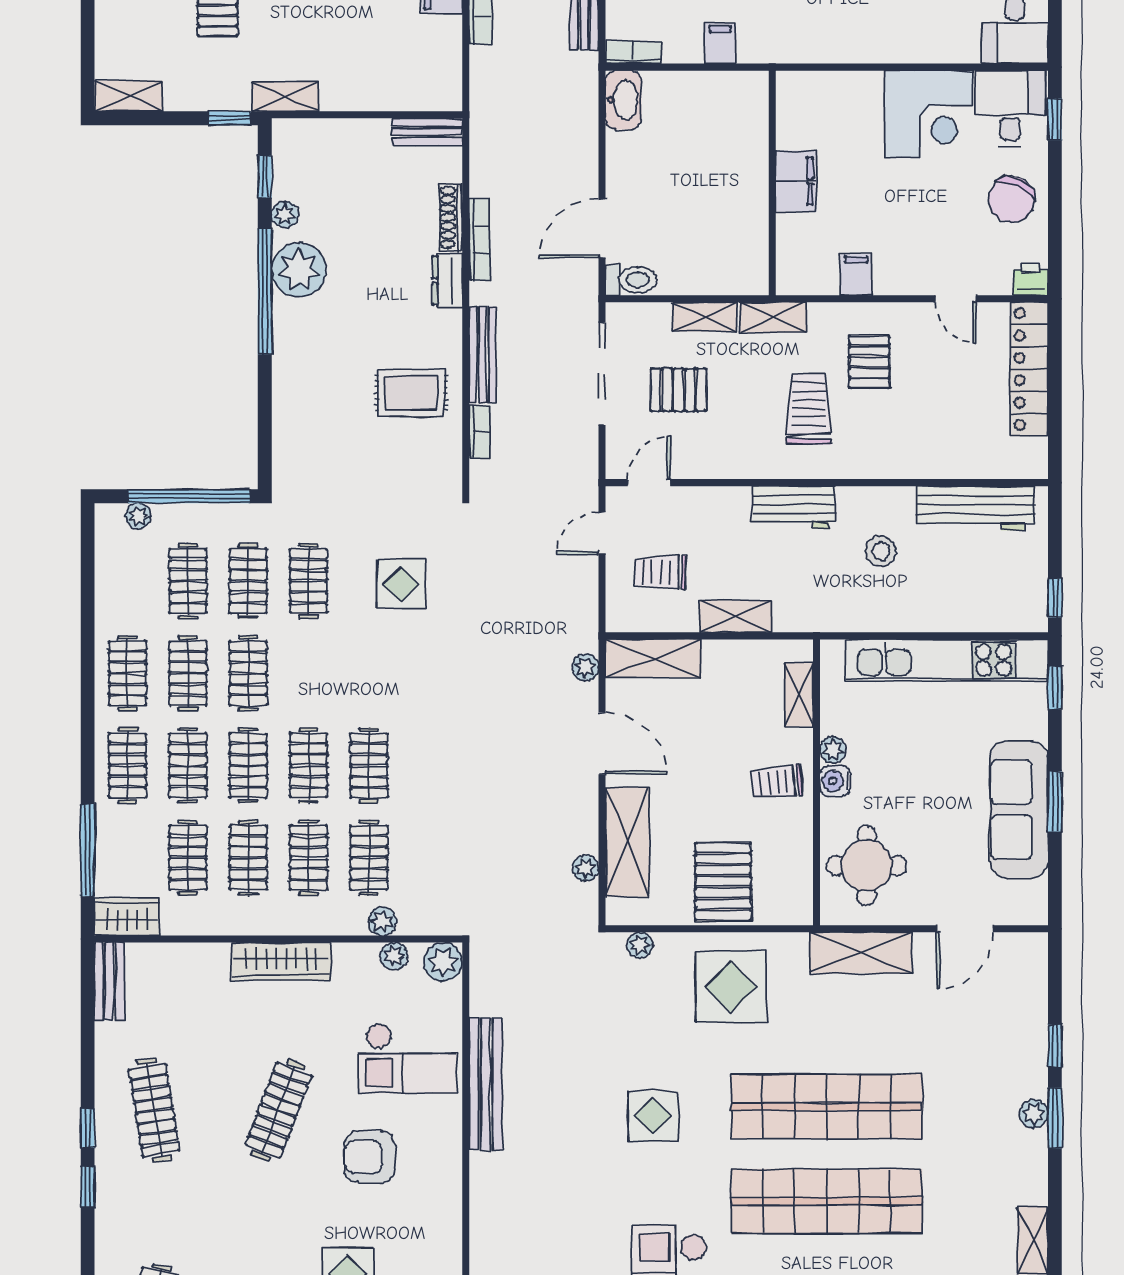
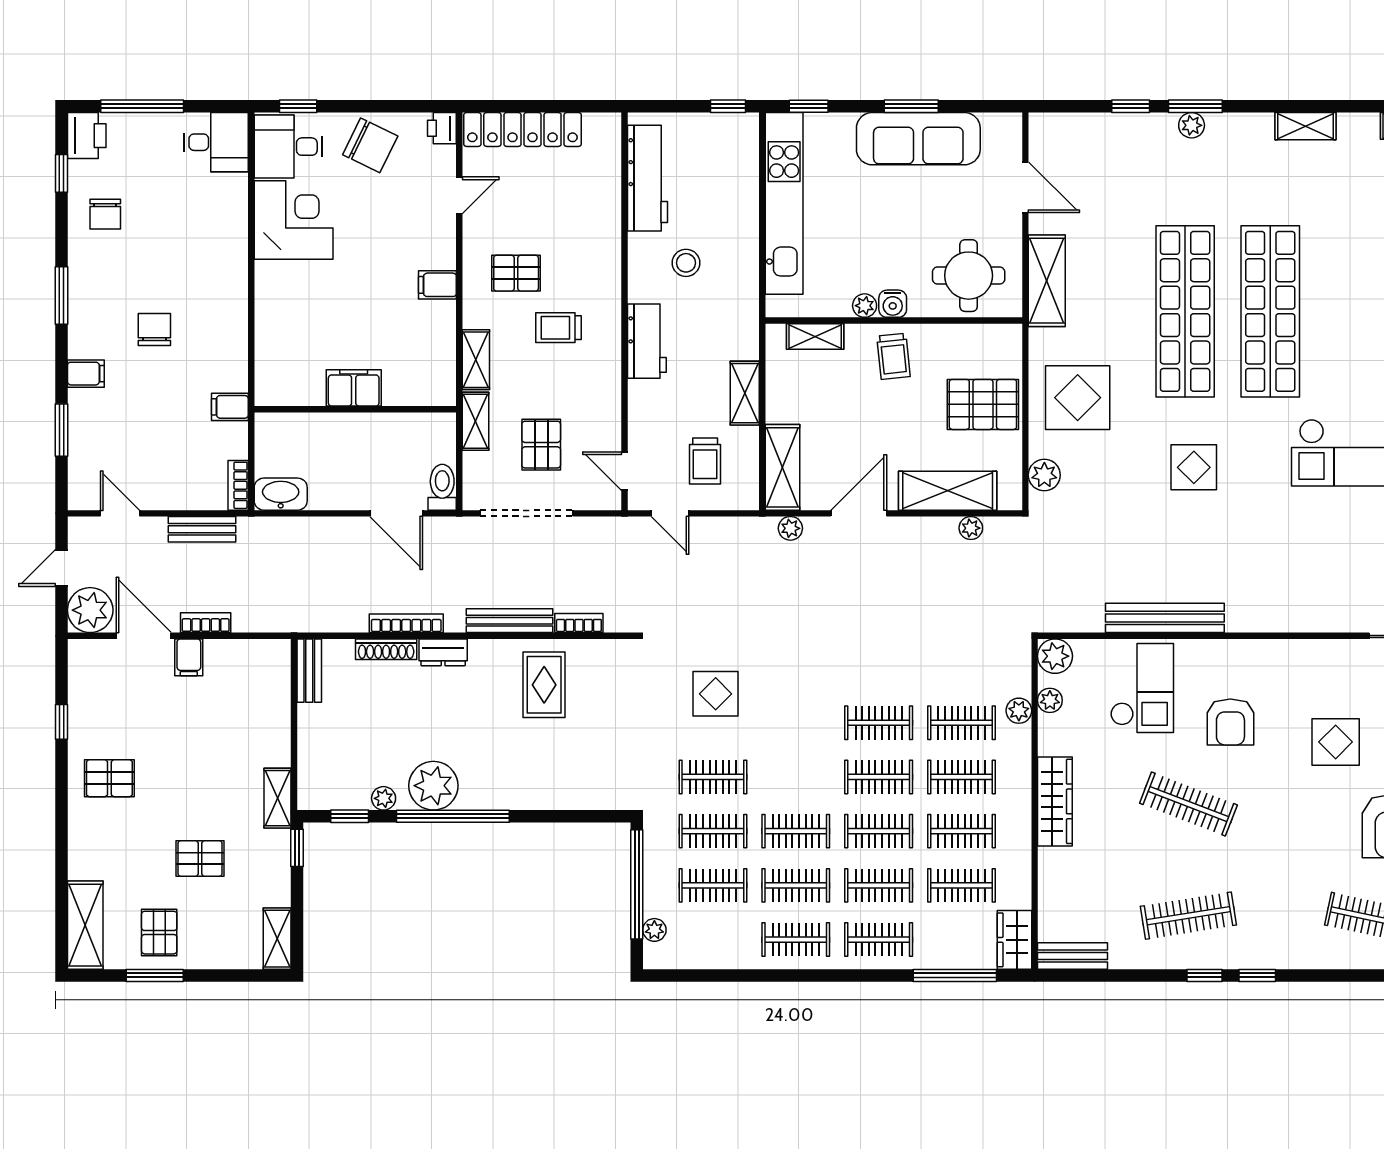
filing cabinet: (796, 181) -> (354, 388), moved
wall: (772, 183) -> (355, 409), moved
trolley: (809, 409) -> (558, 328), width x0.73, depth x0.72
plant: (640, 945) -> (1044, 475), width x1.38, depth x1.38

